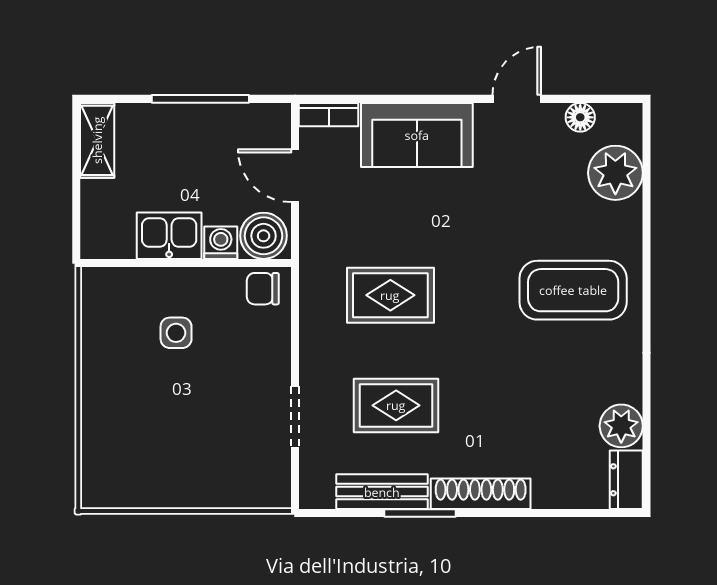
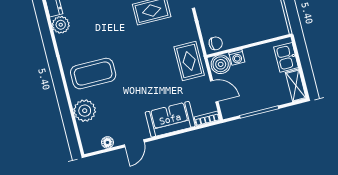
plant: (615, 173) -> (85, 111), moved
kitchen sink: (169, 236) -> (286, 57), moved, turned 90
rug: (390, 295) -> (189, 61), moved, turned 90
side table: (176, 333) -> (246, 17), removed

